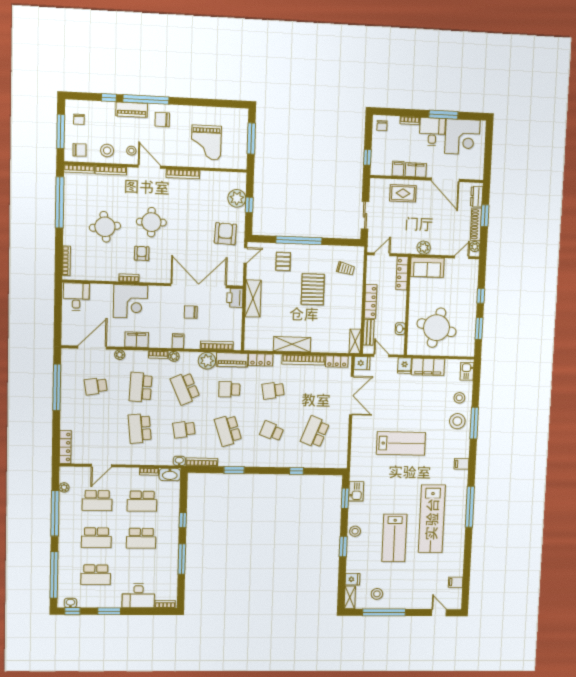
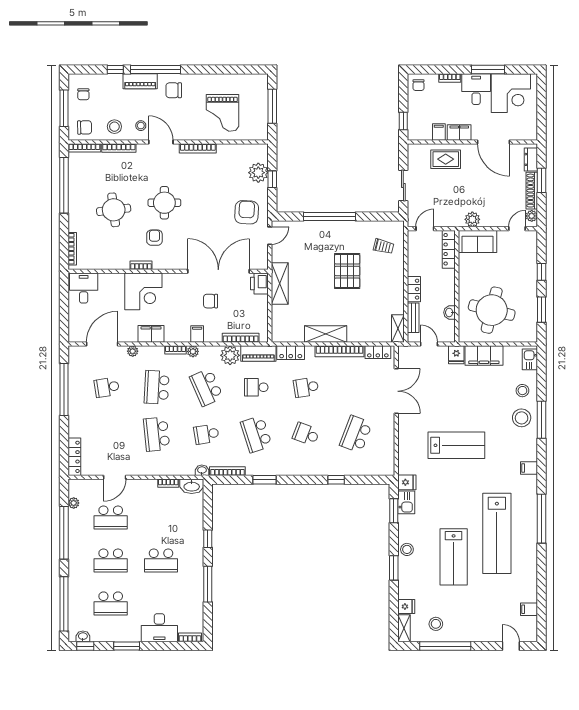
pallet: (283, 261) -> (312, 241), removed
locker: (371, 301) -> (414, 289), width x0.66
fridge: (362, 363) -> (407, 482), moved
school desk: (142, 501) -> (161, 517), removed

